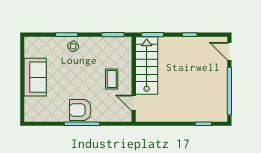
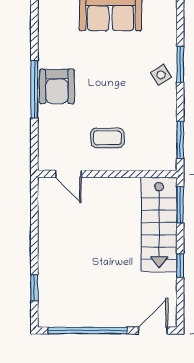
stairs: (147, 66) -> (159, 225), moved, turned 90
door: (134, 103) -> (68, 174), swing flipped
armchair: (80, 110) -> (57, 87), turned 180

